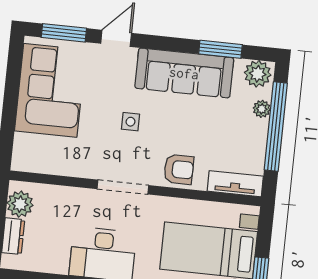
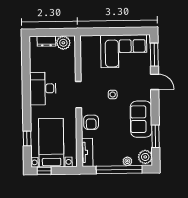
sofa: (184, 73) -> (141, 119), width x0.73

